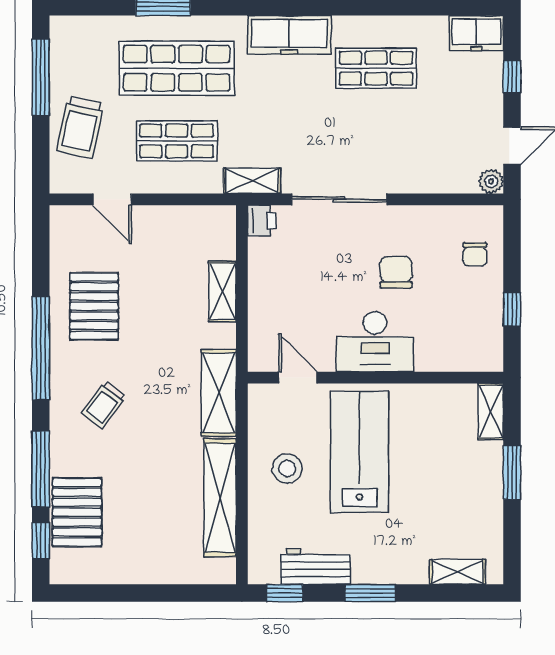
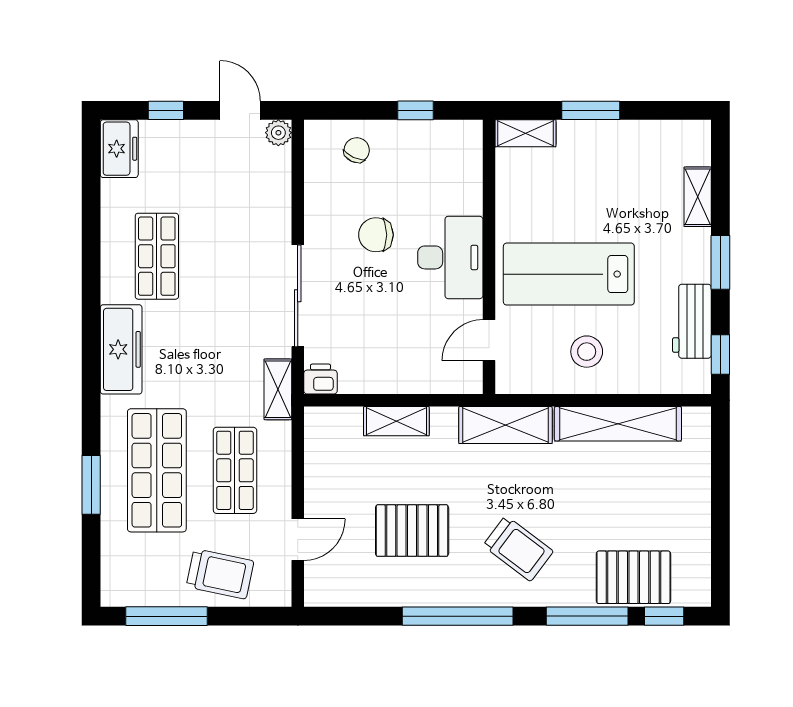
chair: (475, 254) -> (357, 150), turned -65
pallet: (94, 306) -> (412, 531), moved
trolley: (104, 405) -> (518, 548), width x1.36, depth x1.39
shelving: (458, 572) -> (698, 197), moved

